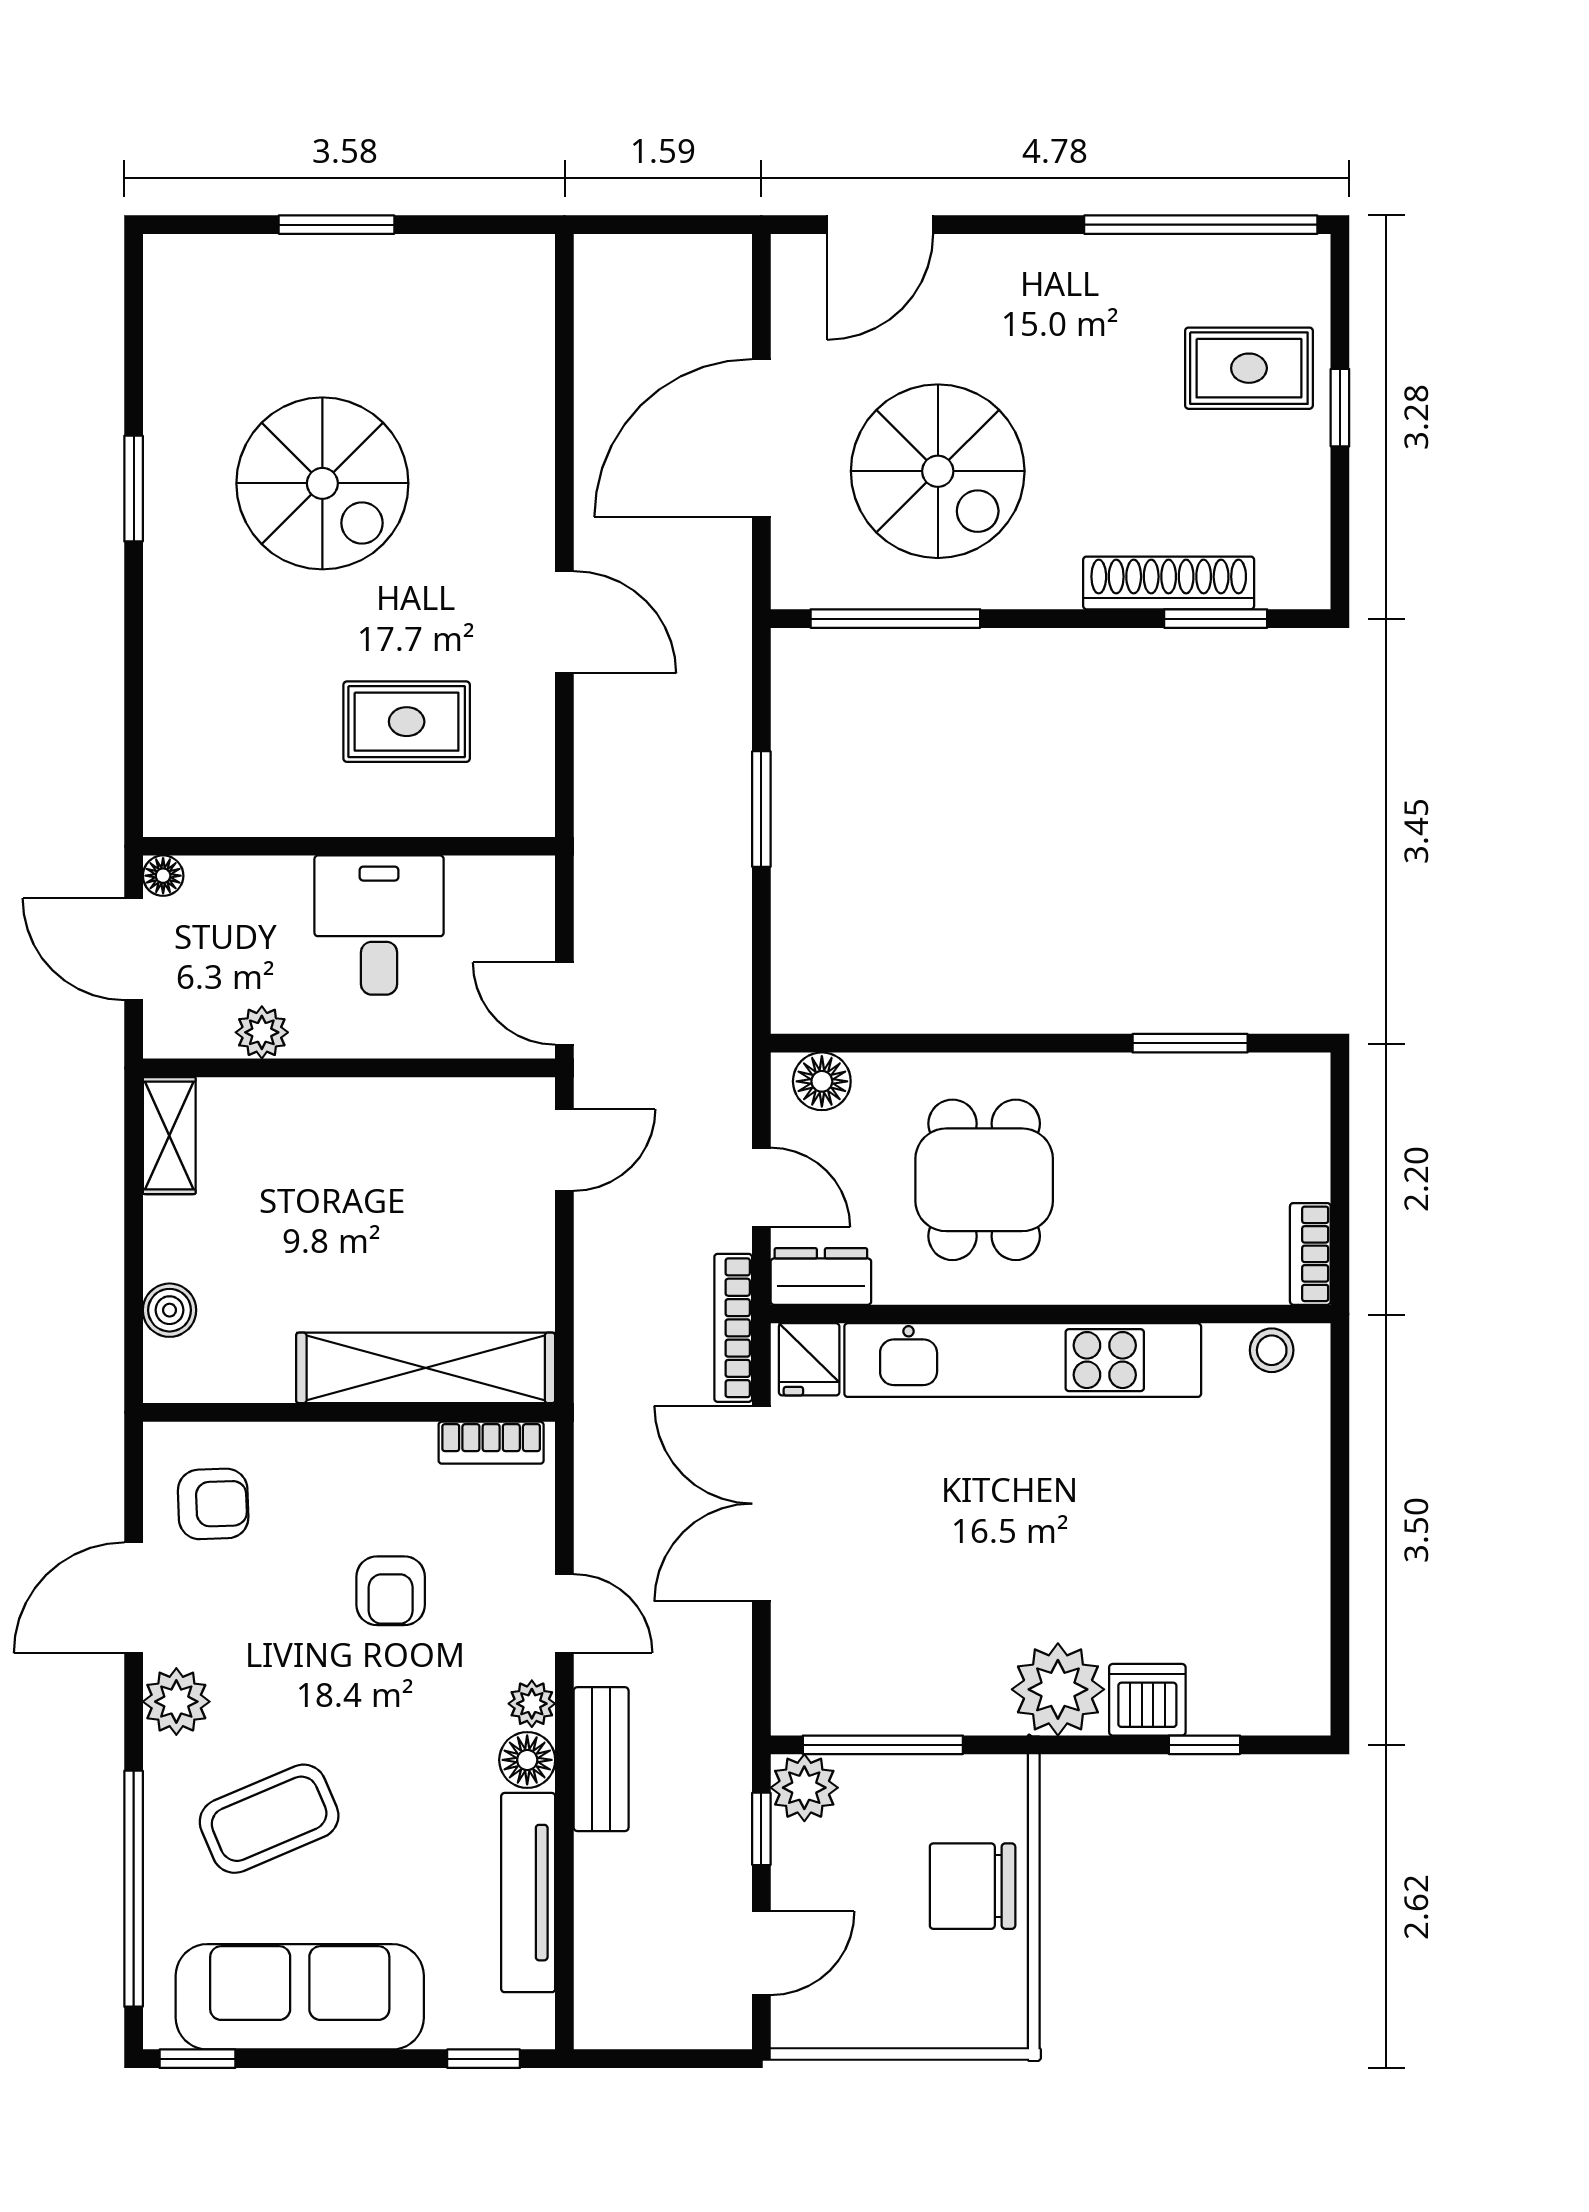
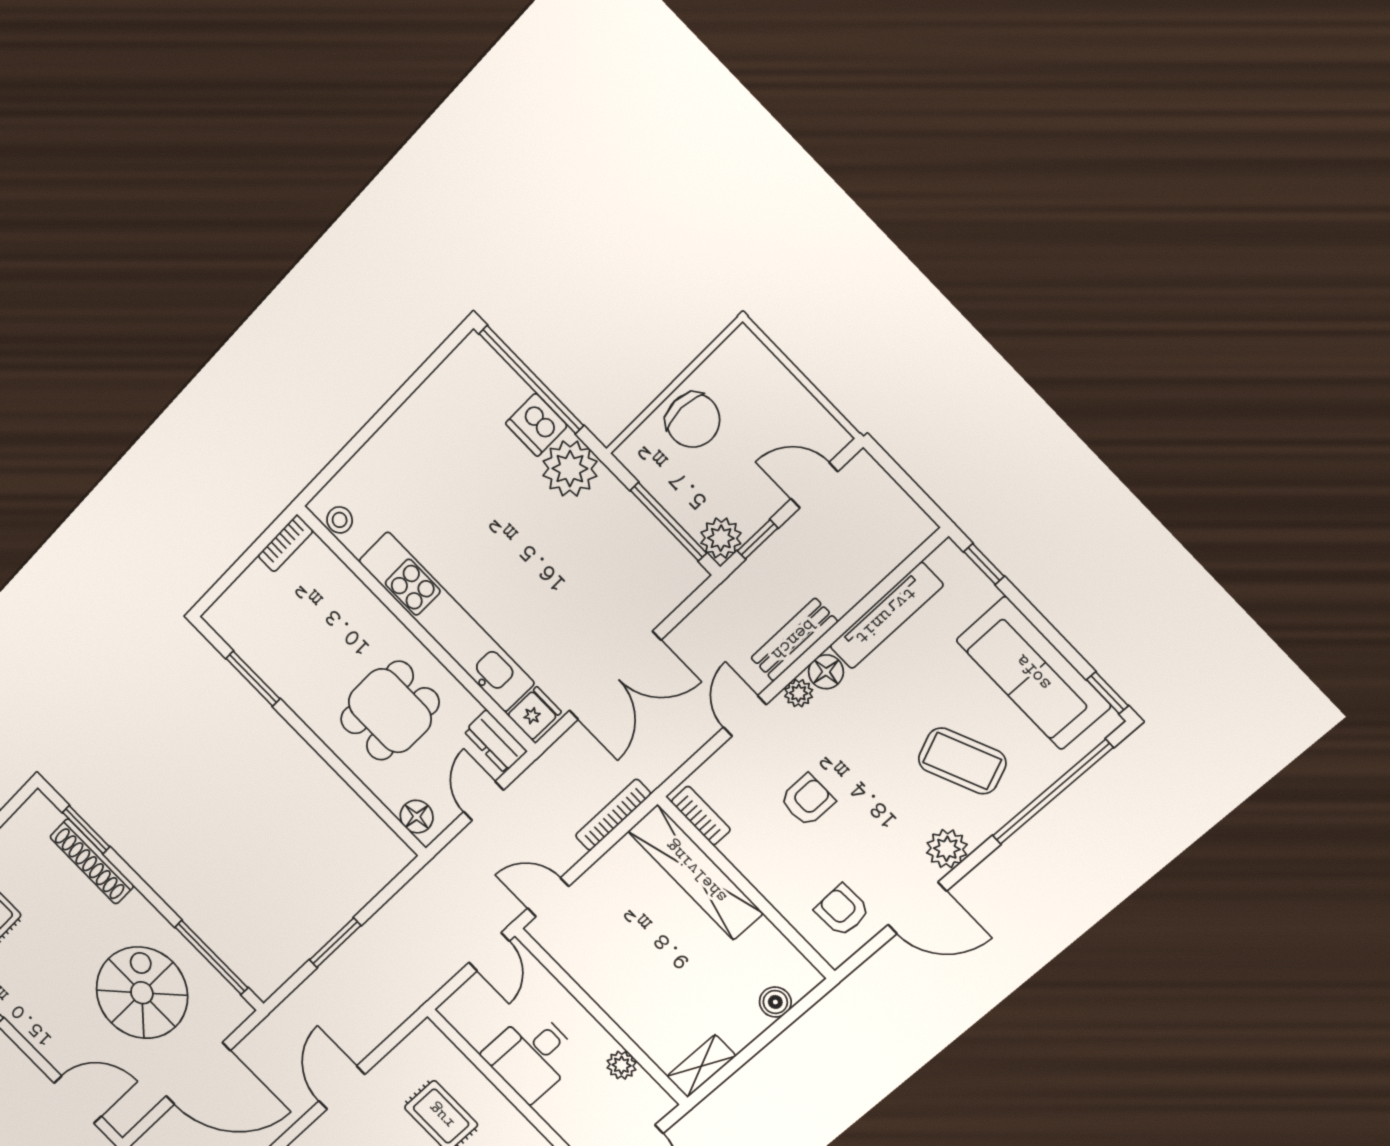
bookcase: (733, 1328) -> (613, 815), moved, turned 180
window: (1204, 1745) -> (531, 380), width x3.17

